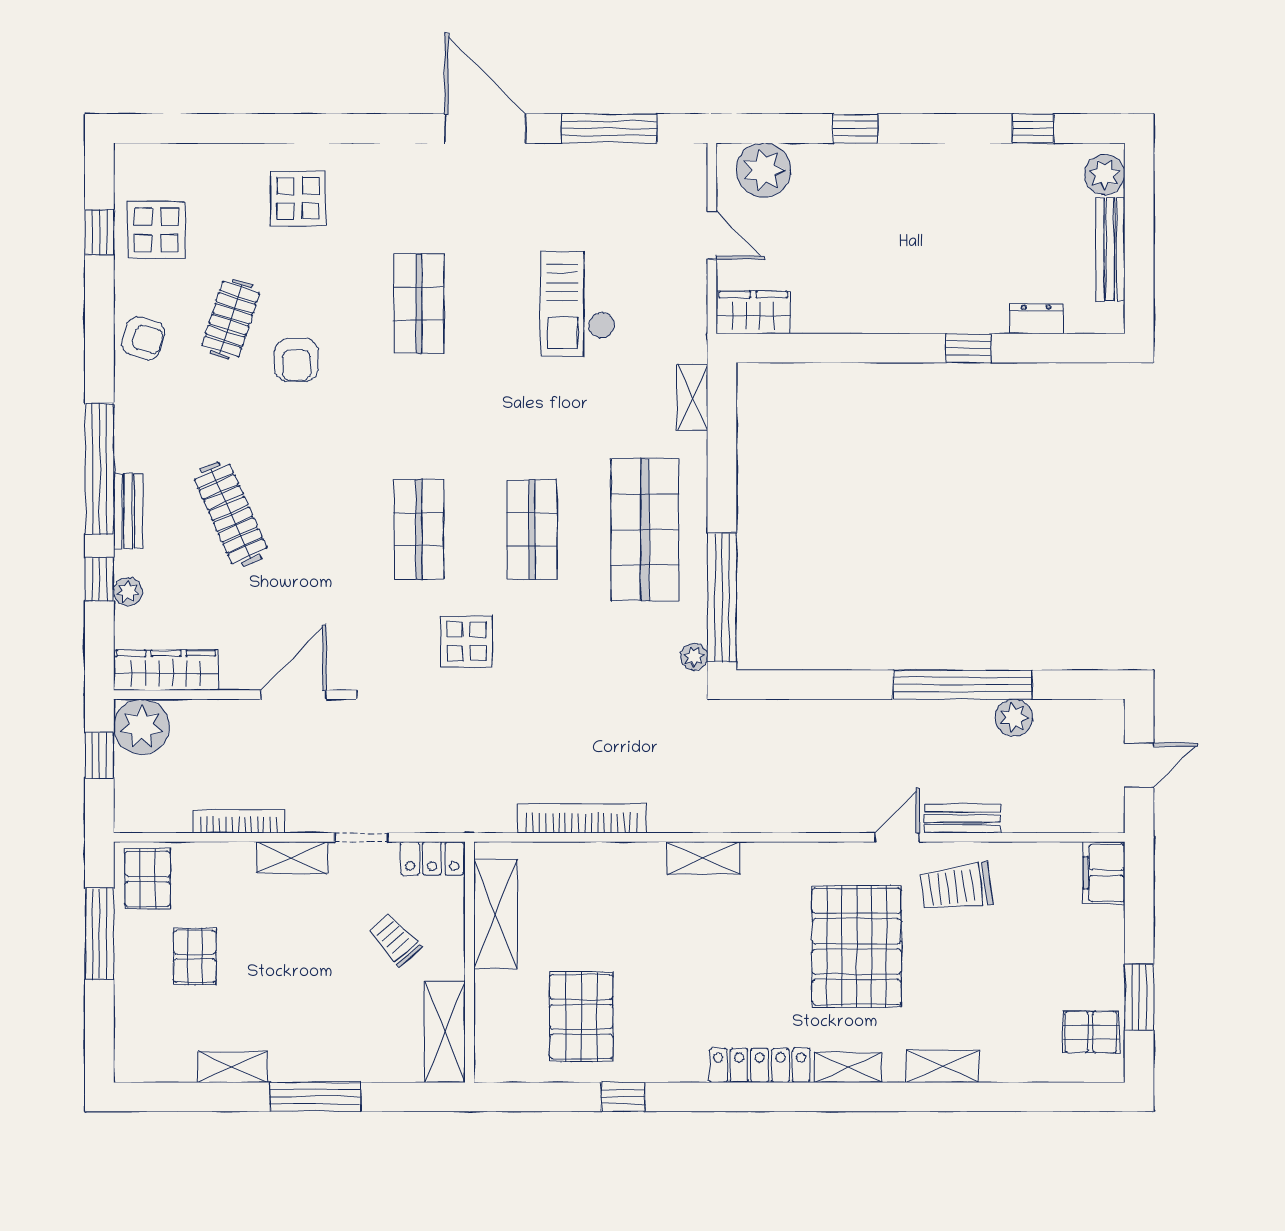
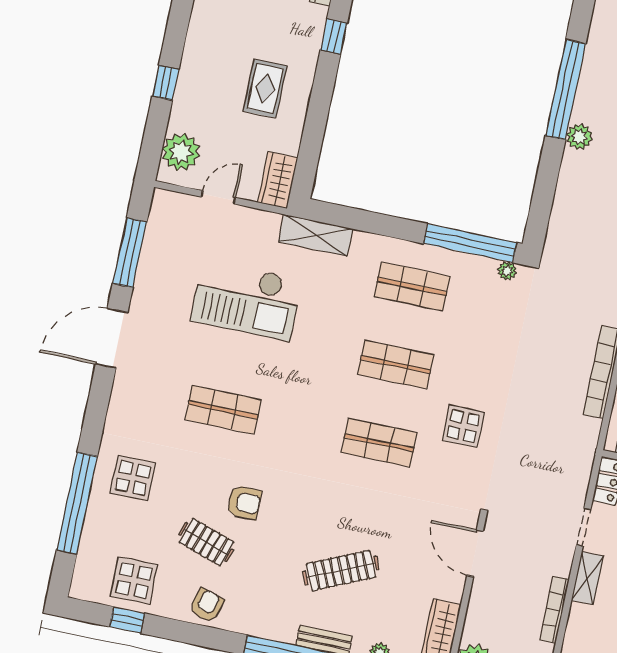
window: (247, 128) -> (77, 503), added
rug: (876, 268) -> (265, 89), added
checkout: (578, 304) -> (246, 300), width x1.36, depth x1.21
shelving: (693, 397) -> (315, 235), width x1.50, depth x1.33
shop shelf: (645, 530) -> (412, 286), width x0.70, depth x0.74
plant: (1014, 718) -> (579, 137), moved

